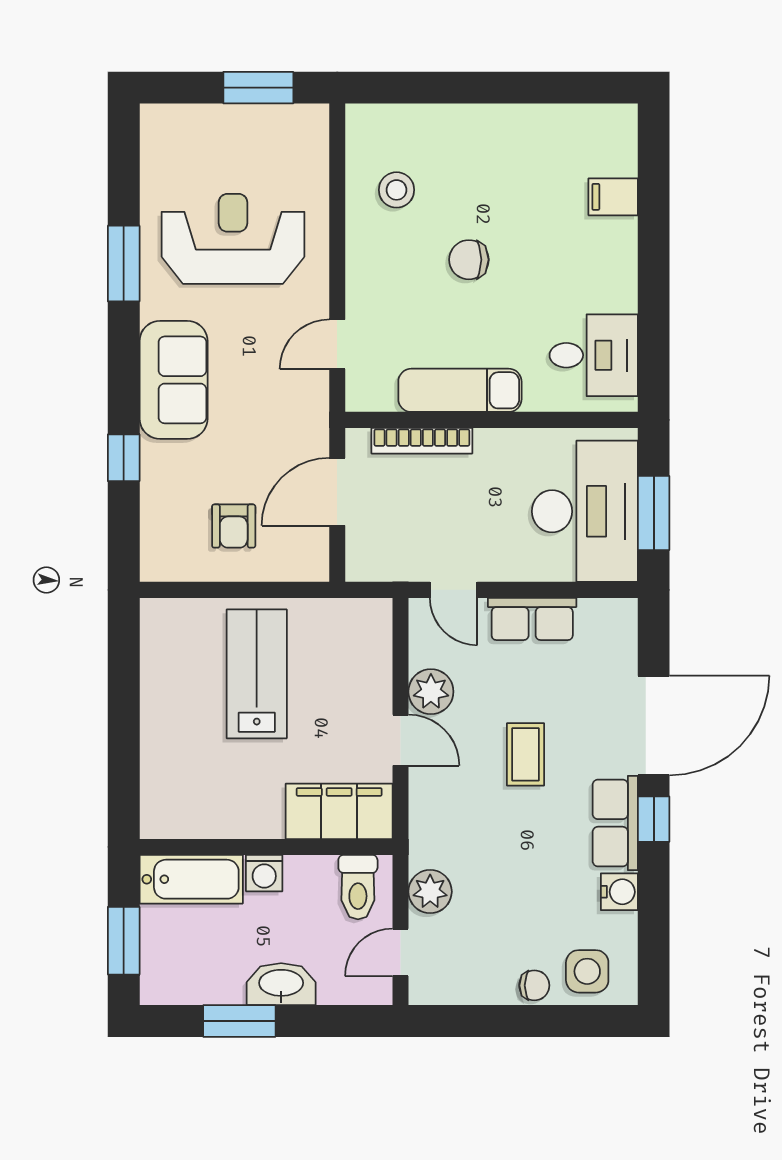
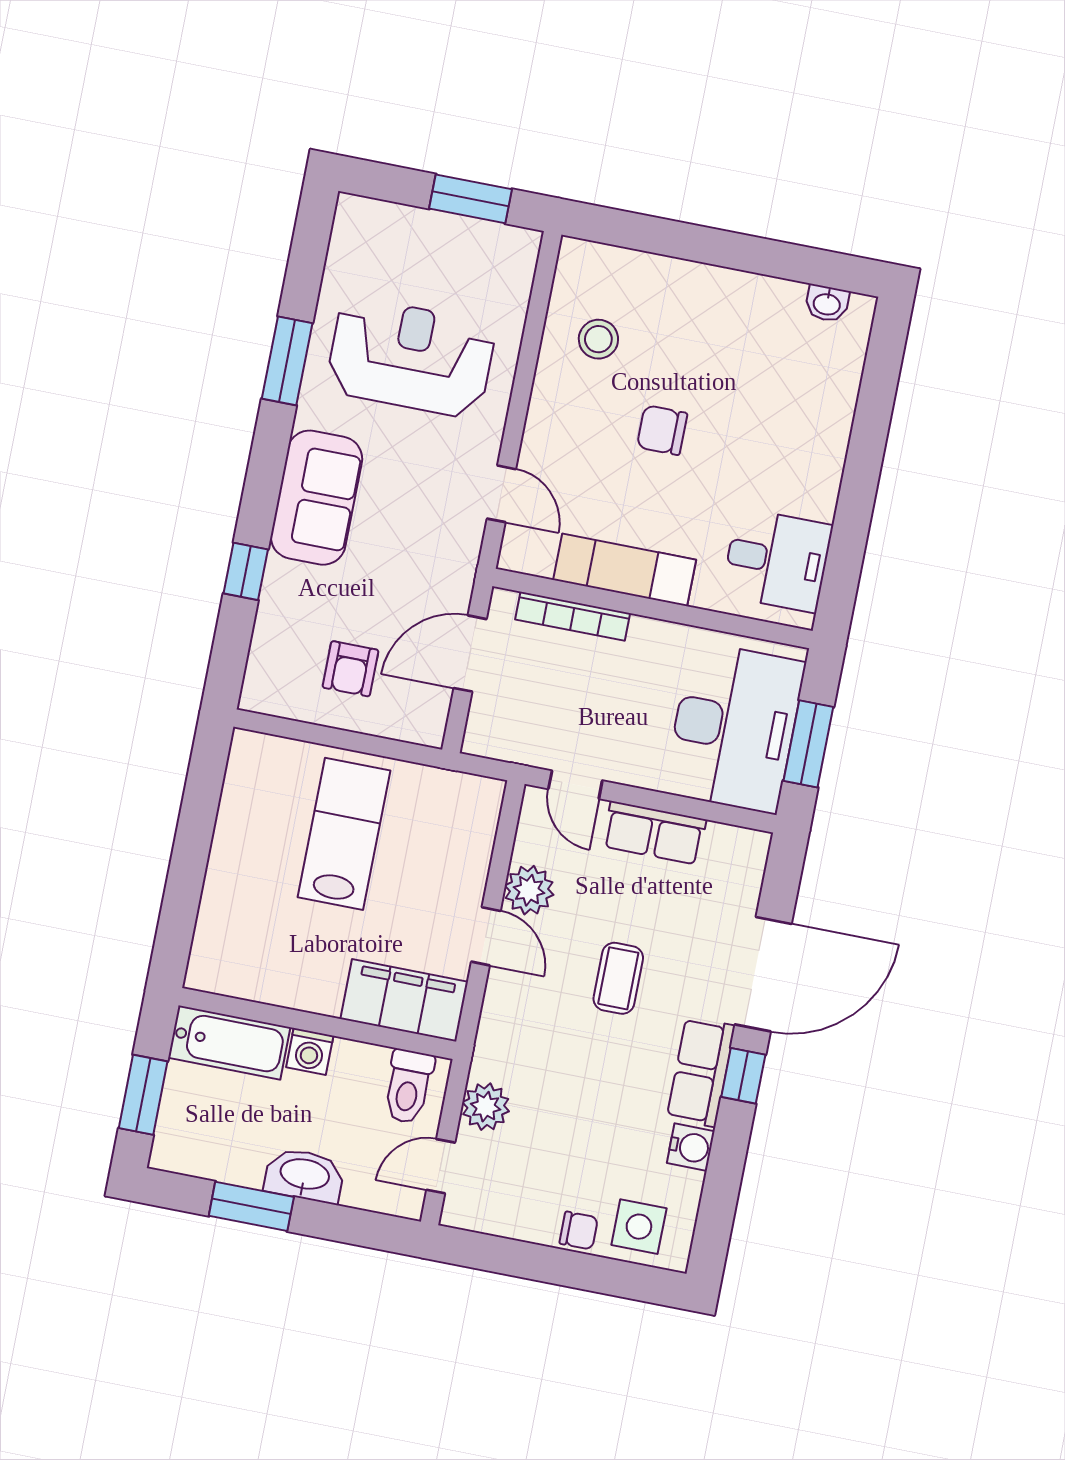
washbasin: (593, 118) -> (827, 303), added
filing cabinet: (613, 197) -> (832, 393), removed
door: (337, 344) -> (501, 494), swing flipped

